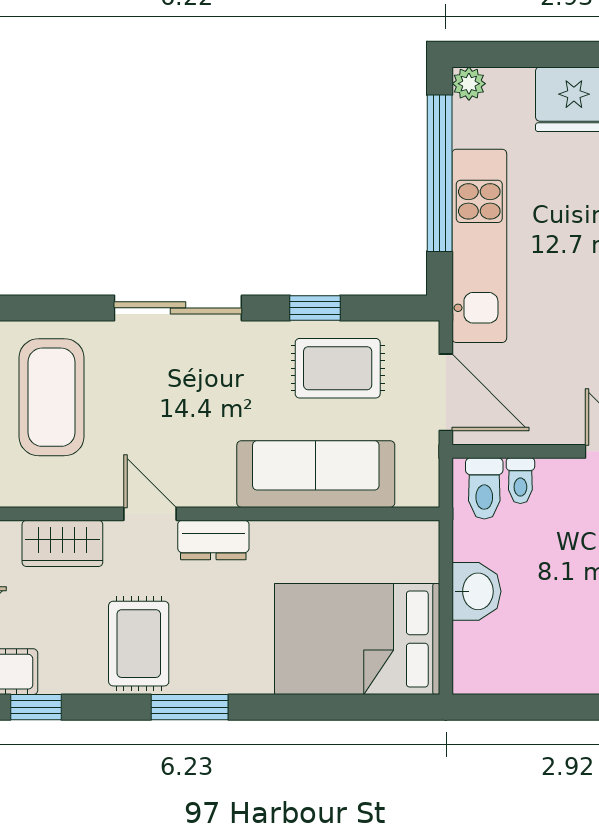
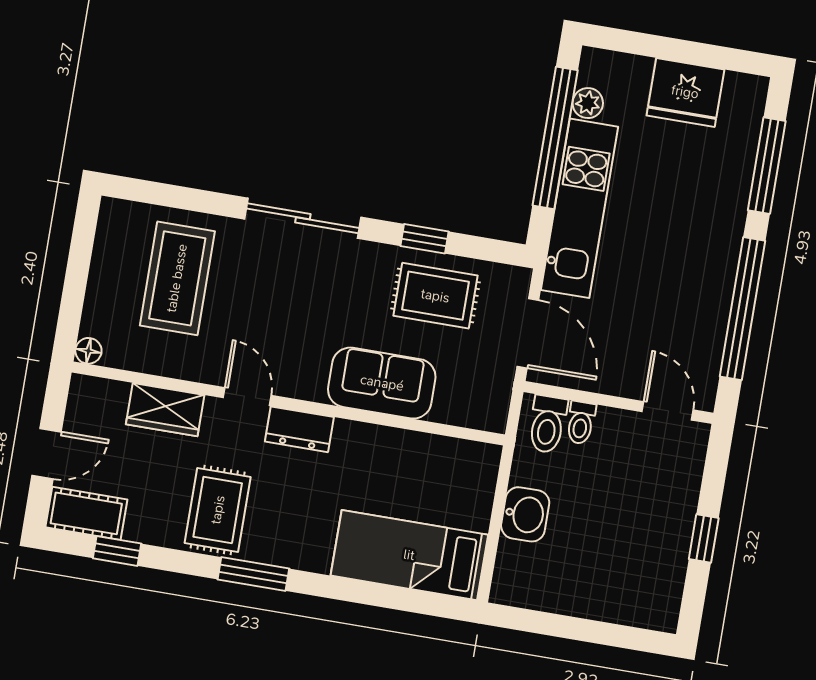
plant: (469, 84) -> (588, 103), moved
sofa: (316, 474) -> (382, 383), width x0.73
bed: (357, 639) -> (409, 555), width x0.67

